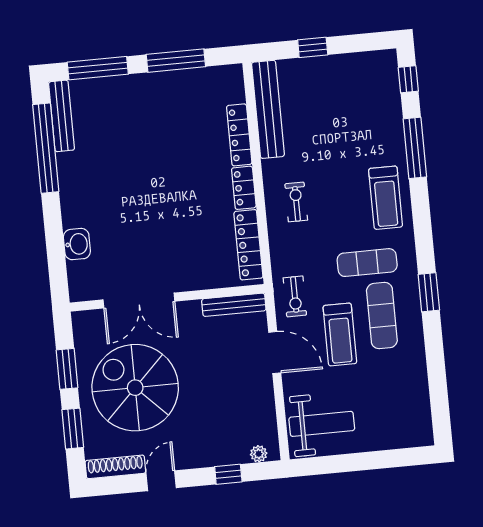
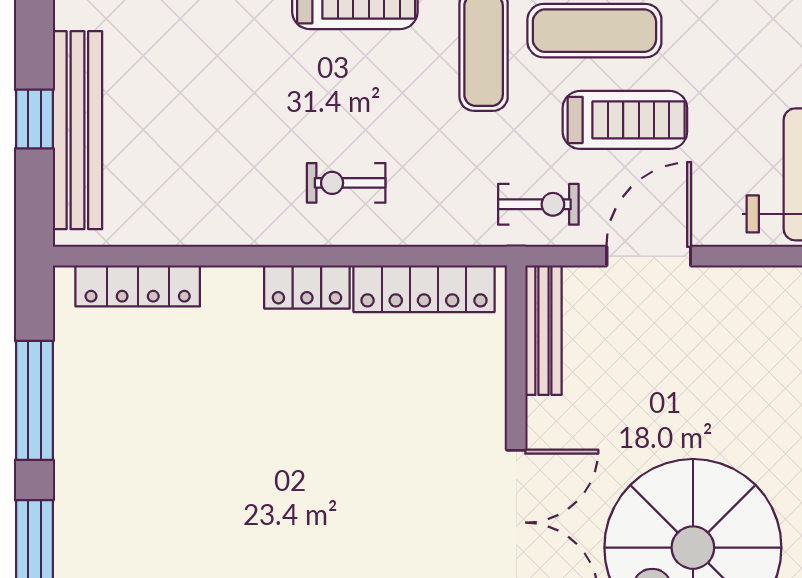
bench: (268, 109) -> (77, 130), moved, turned 90
locker: (239, 135) -> (138, 286), moved

